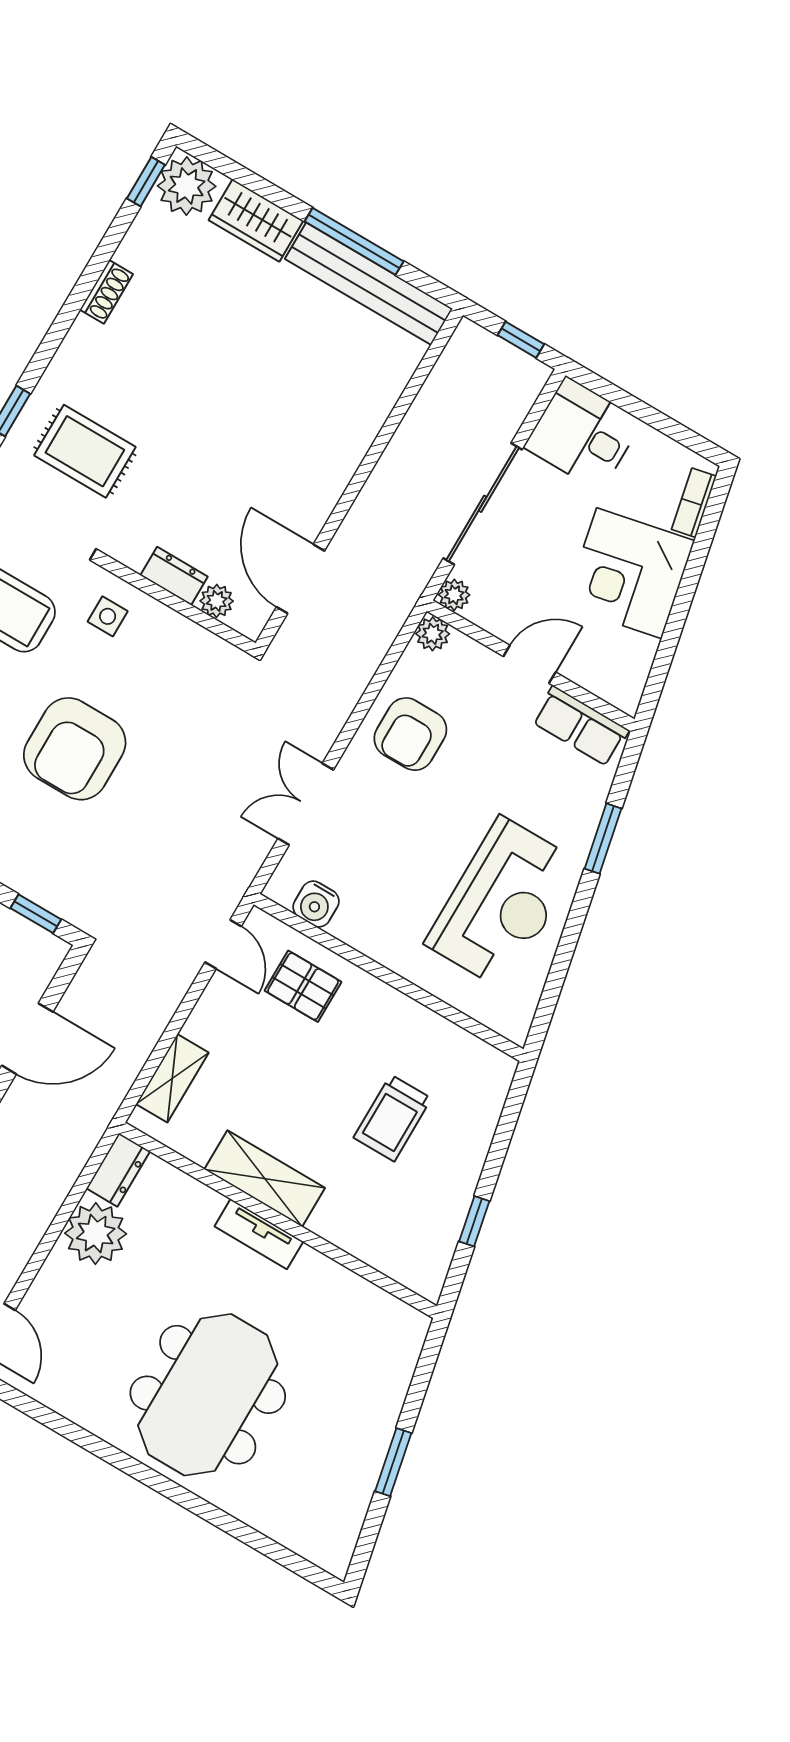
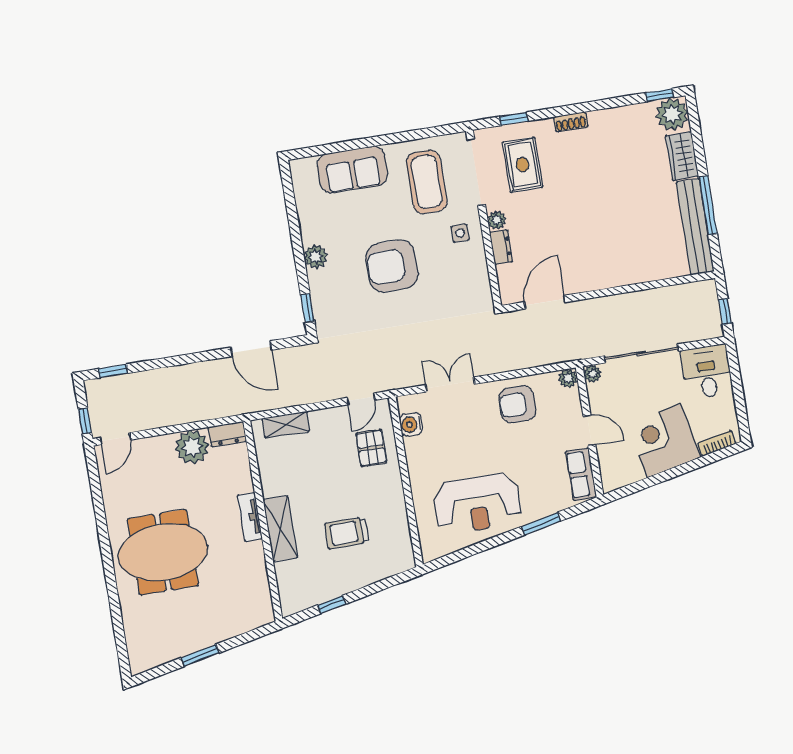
shoe rack: (106, 292) -> (571, 122), moved
plant: (217, 601) -> (497, 220), moved
shelving: (265, 1179) -> (280, 529), moved

